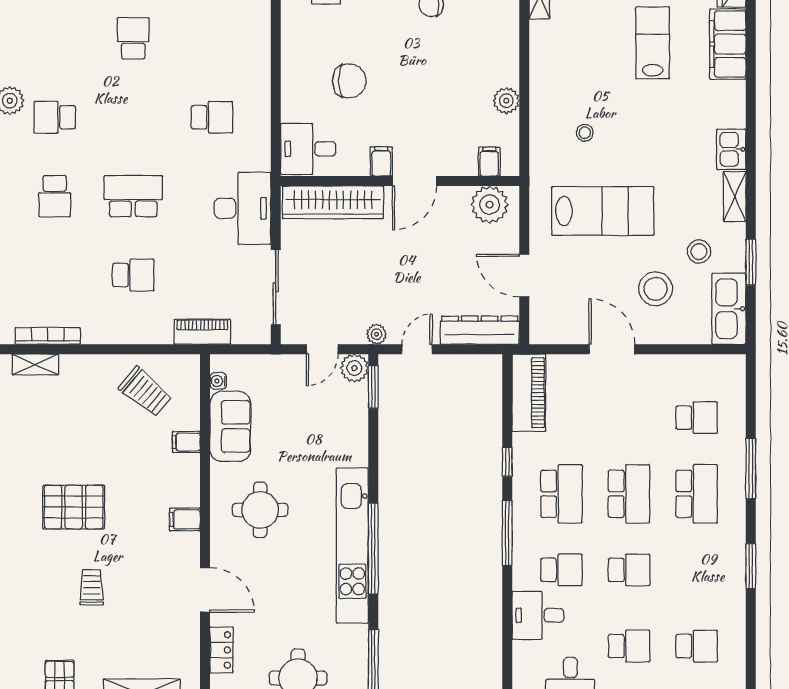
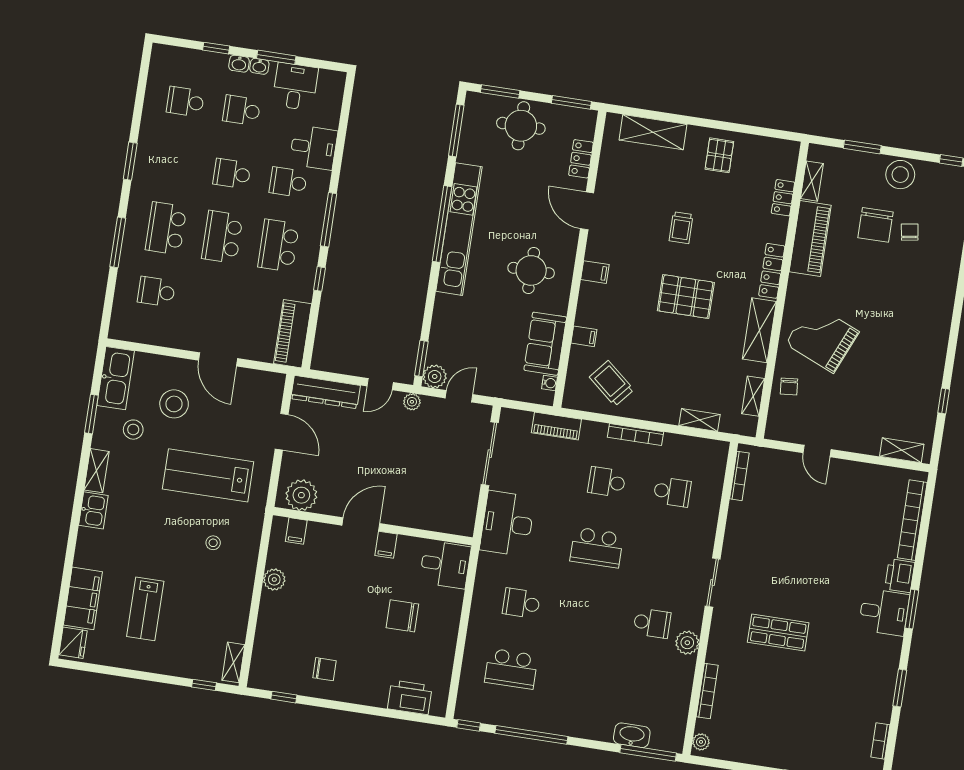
school desk: (133, 38) -> (511, 669), moved, width x1.85
school desk: (55, 196) -> (672, 492), moved, turned 90
wardrobe: (333, 202) -> (431, 517), removed
bookcase: (48, 336) -> (636, 434), moved

